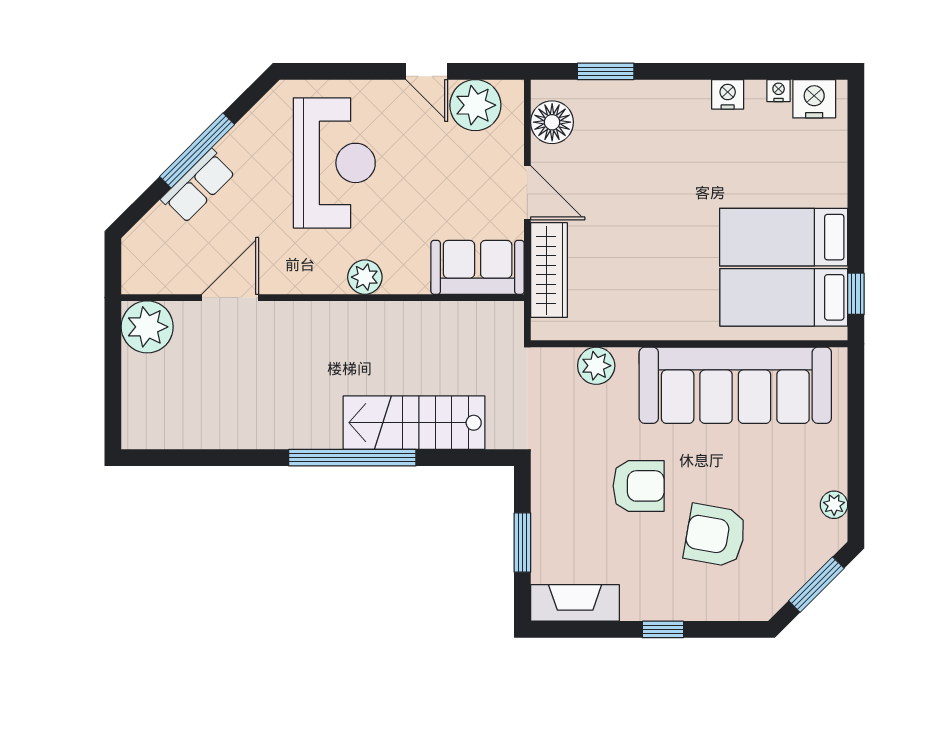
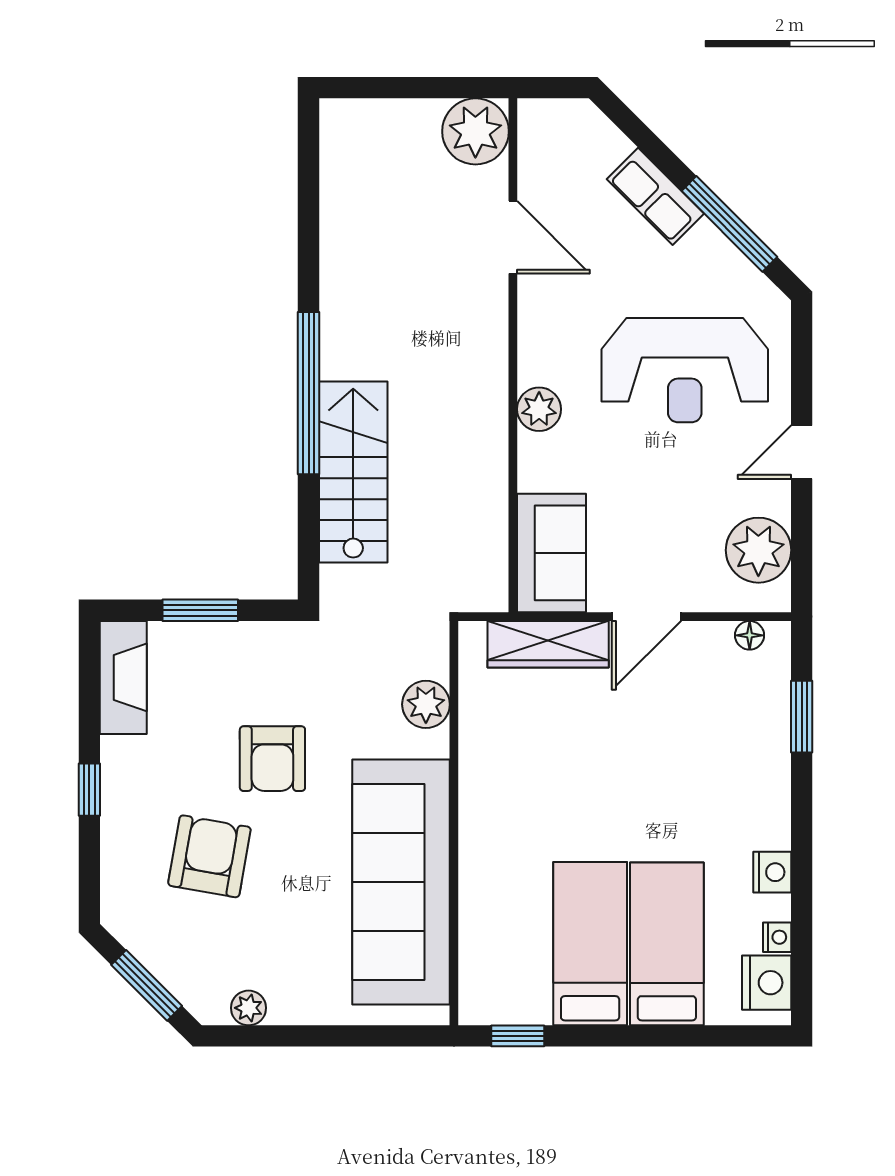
door: (427, 71) -> (802, 452), moved
floor lamp: (552, 122) -> (750, 635), width x0.53, depth x0.53
window: (197, 151) -> (729, 224), moved
bed: (784, 297) -> (667, 944), moved

